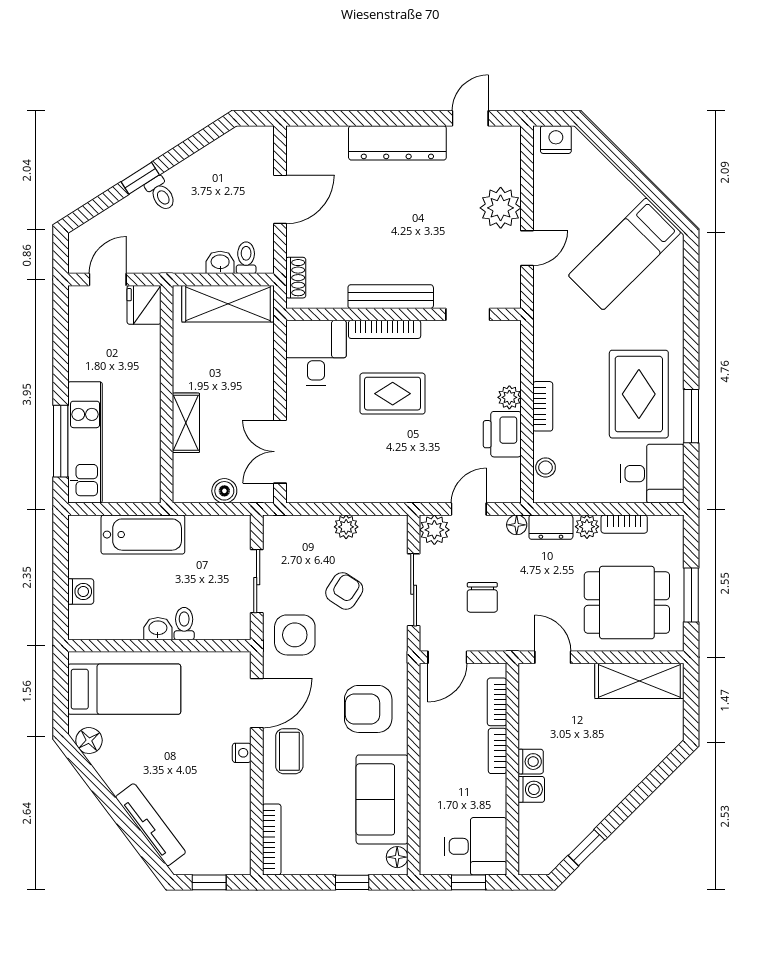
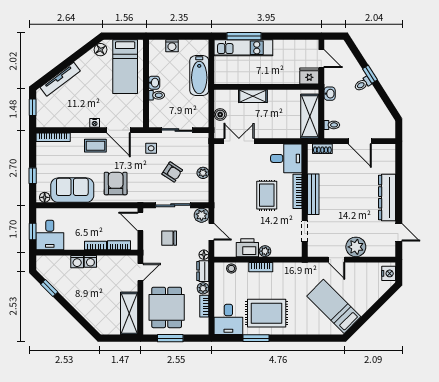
washbasin: (220, 262) -> (330, 94), moved
side table: (295, 635) -> (151, 148), width x0.54, depth x0.54

